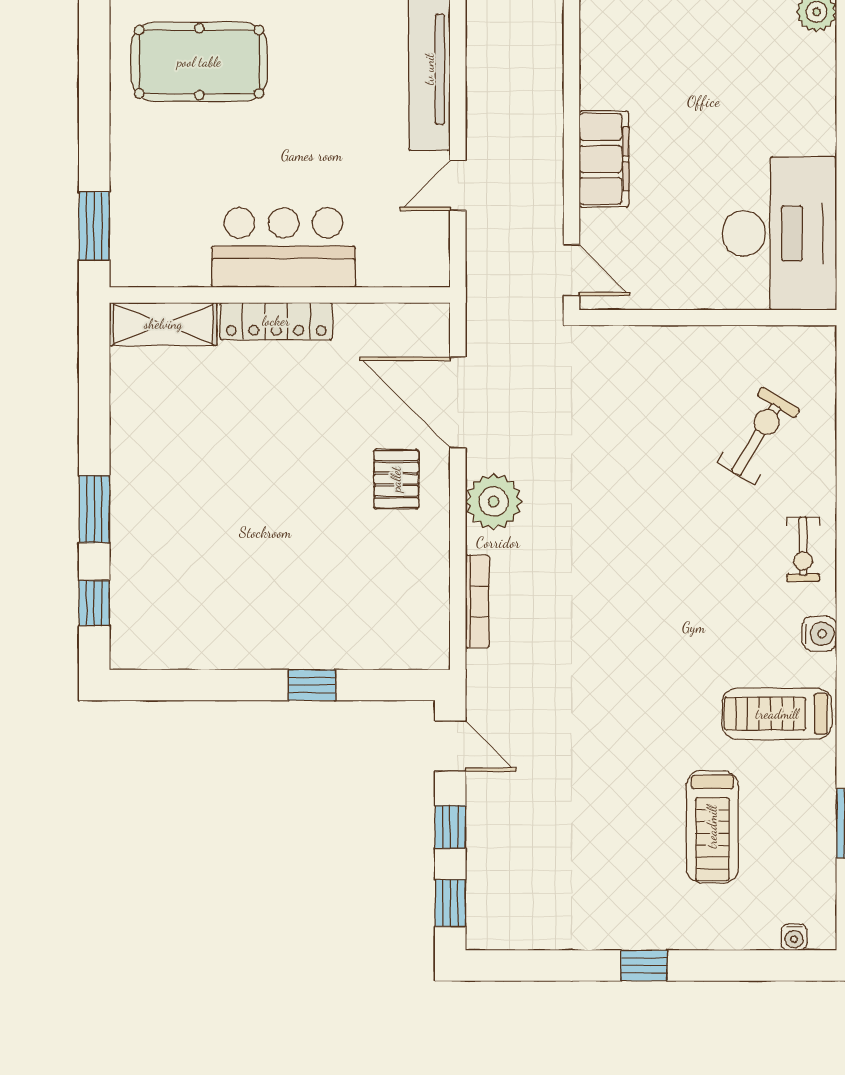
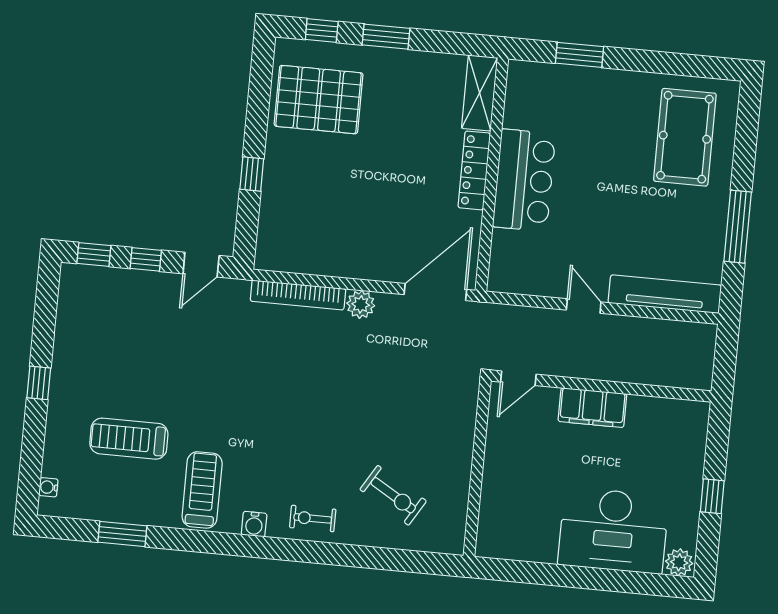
desk: (779, 233) -> (613, 530), moved
bar counter: (283, 247) -> (524, 180), moved
wall: (280, 295) -> (492, 175), moved
locker: (276, 321) -> (474, 170), moved
shelving: (163, 324) -> (480, 93), moved
pallet: (396, 479) -> (319, 100), moved, width x2.05, depth x2.00
plant: (494, 502) -> (361, 304), width x0.73, depth x0.73
bookcase: (477, 601) -> (298, 295), width x1.48, depth x1.31

